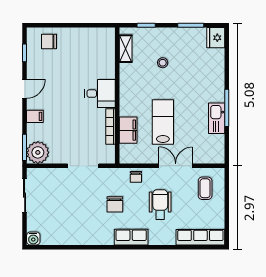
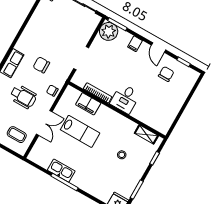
chair: (49, 41) -> (166, 74), moved

